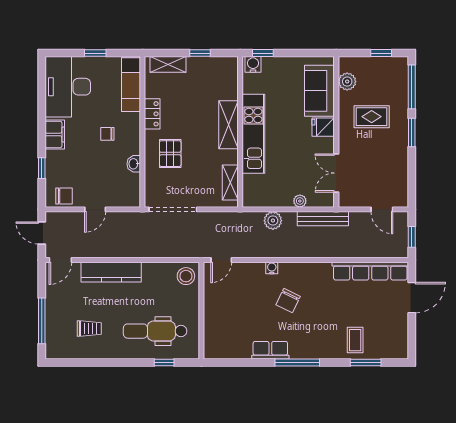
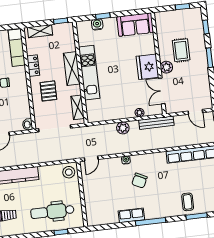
plant: (347, 82) -> (166, 67), moved
window: (412, 87) -> (206, 27), width x0.46
sofa: (319, 91) -> (135, 25), moved, turned -90
rug: (372, 117) -> (181, 50), turned 90
shelving: (228, 125) -> (72, 69), moved
fridge: (323, 127) -> (147, 67), width x1.88, depth x1.34
wall: (240, 132) -> (80, 72), moved
kitchen unit: (253, 134) -> (89, 73), moved
washbasin: (134, 164) -> (28, 125), moved
shelving: (230, 182) -> (78, 107), moved

